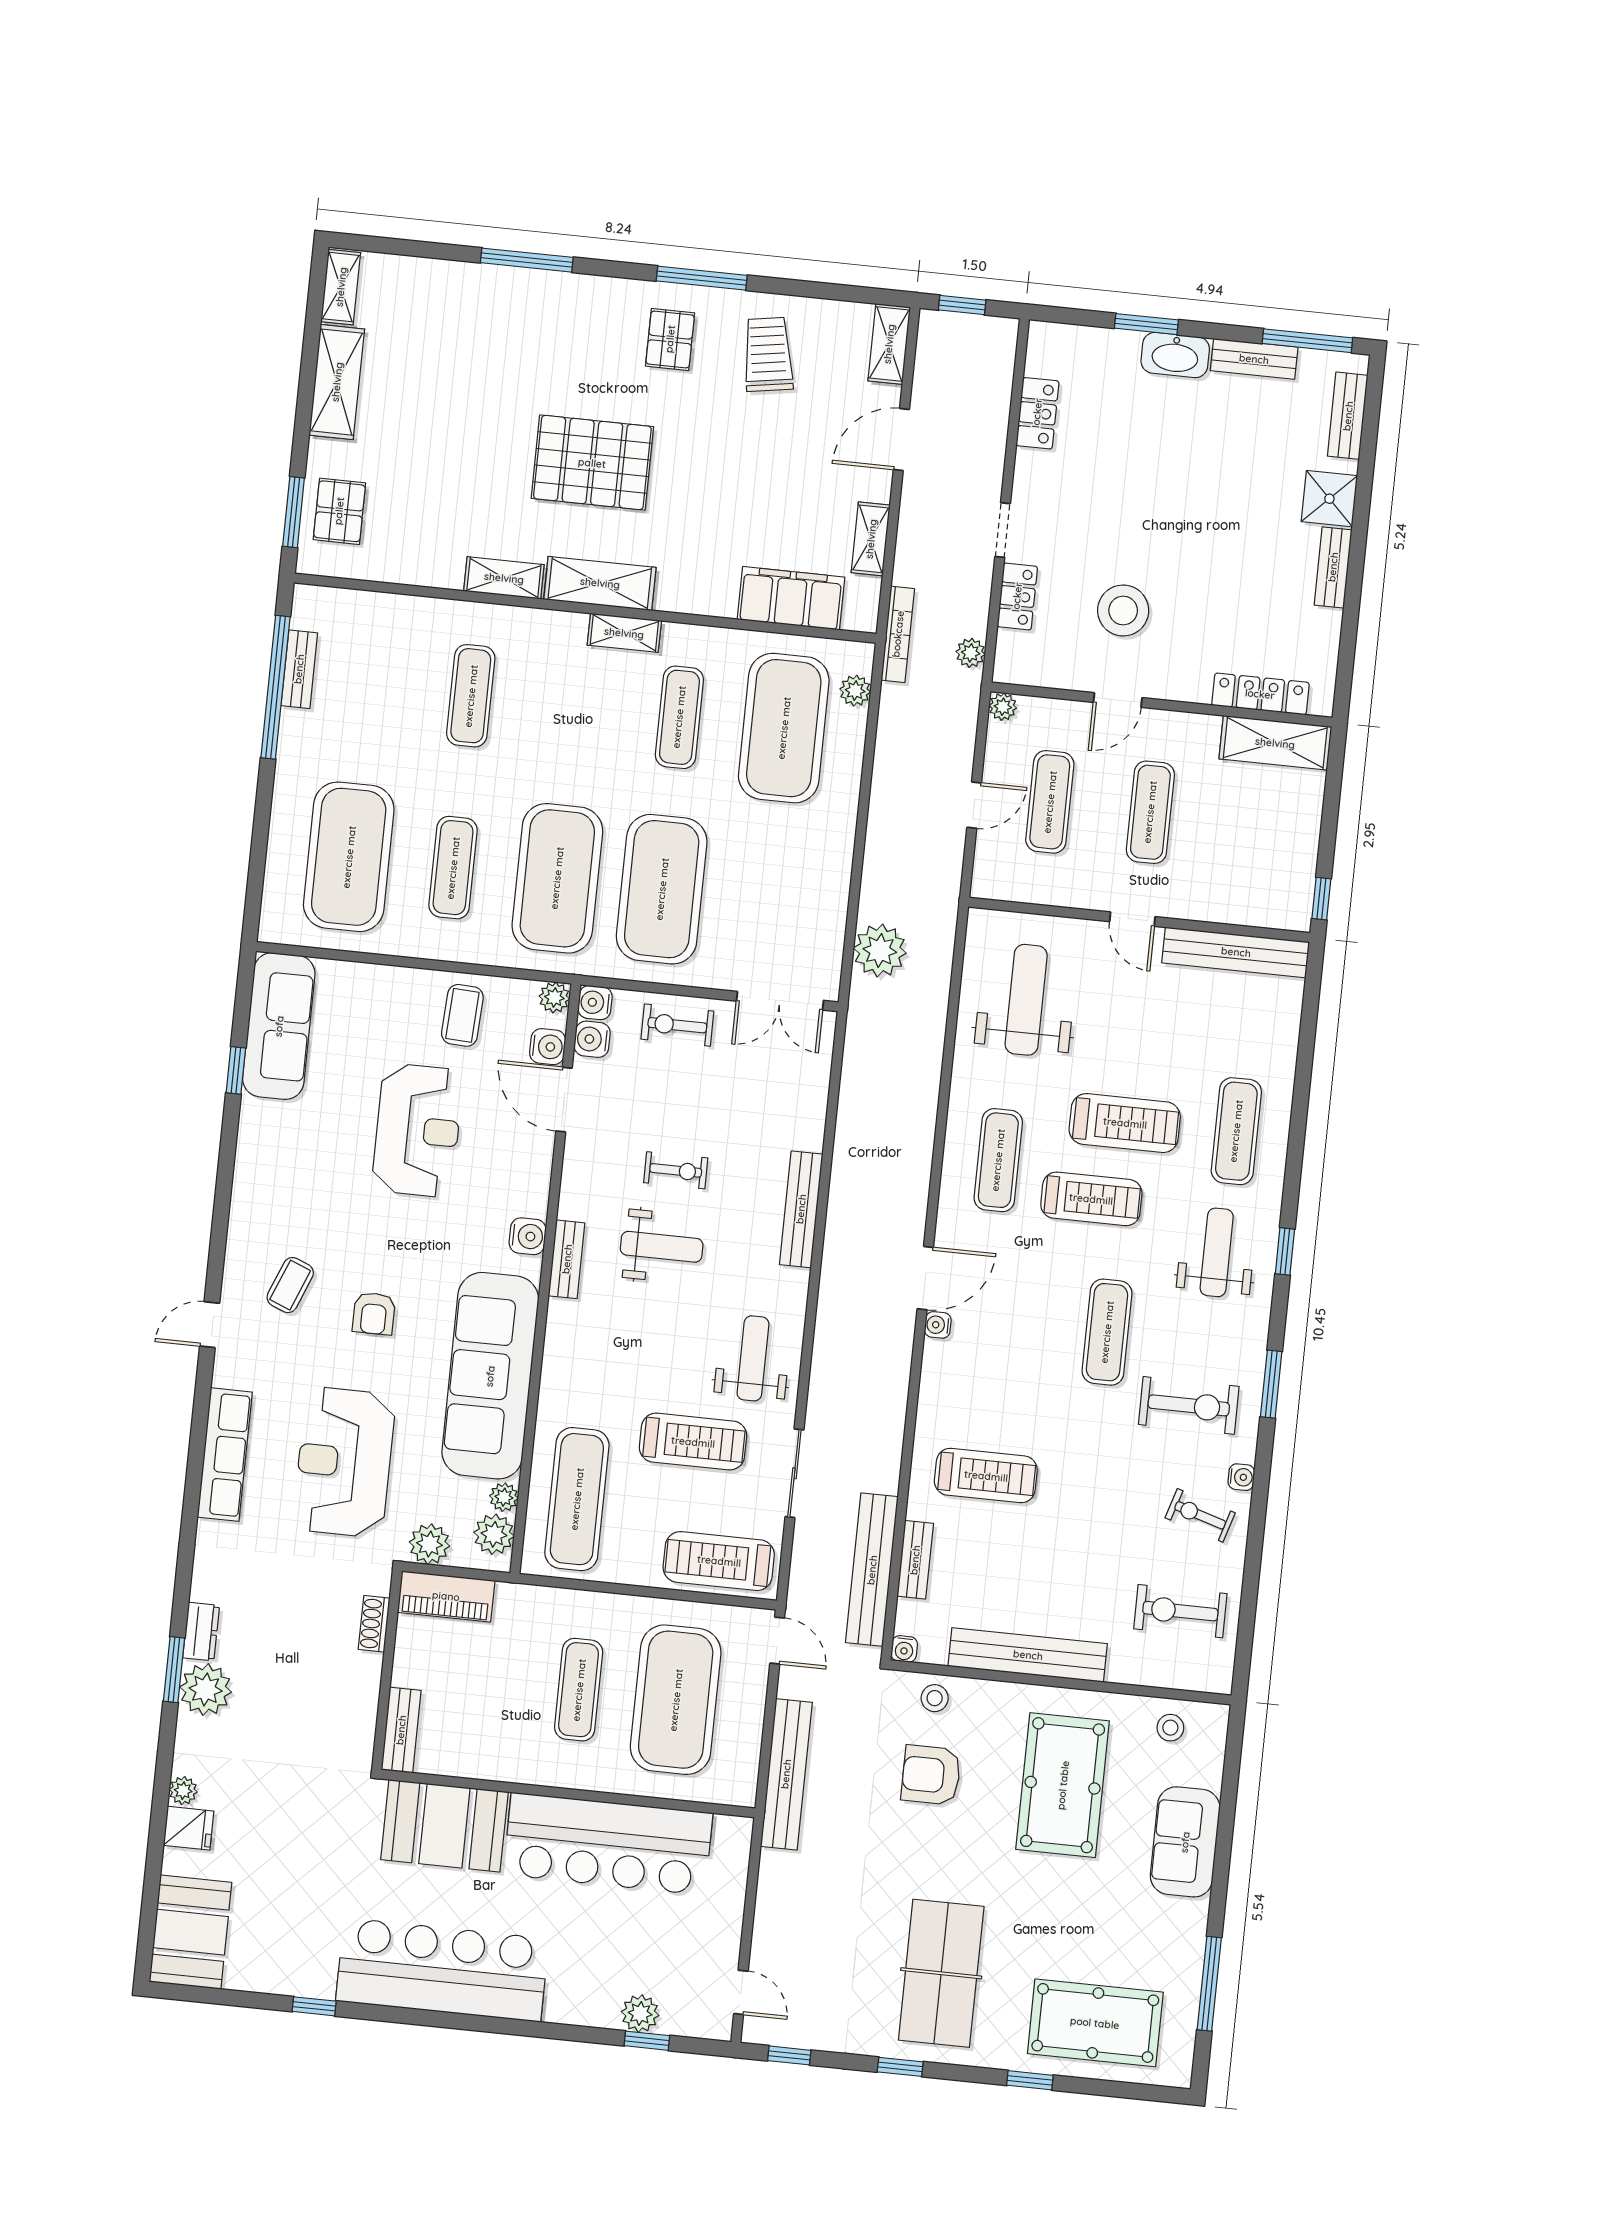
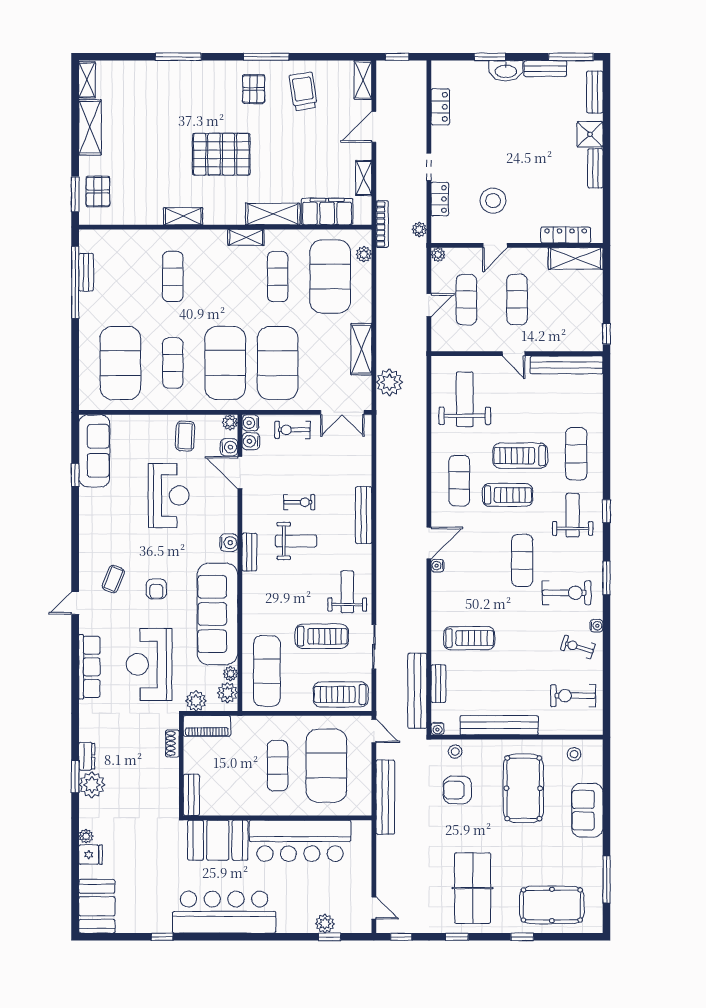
shelving: (600, 583) -> (273, 214), moved
shelving: (831, 879) -> (361, 349), added
treadmill: (1125, 1123) -> (520, 456), turned 180

